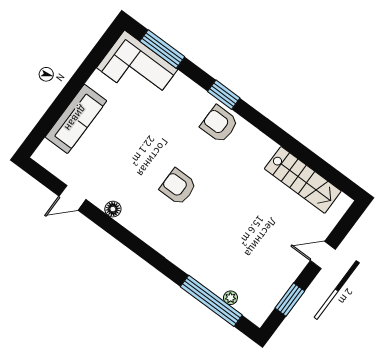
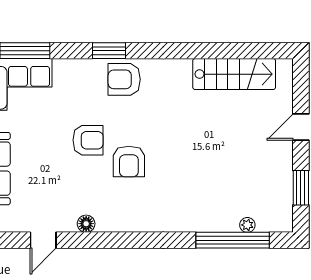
armchair: (160, 149) -> (88, 140), added
armchair: (178, 187) -> (129, 161), turned -90

